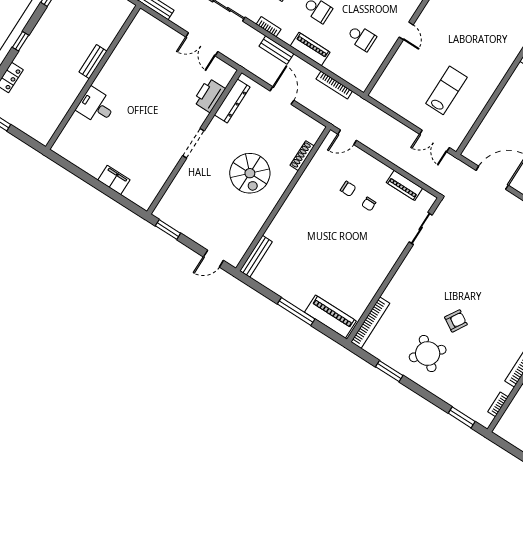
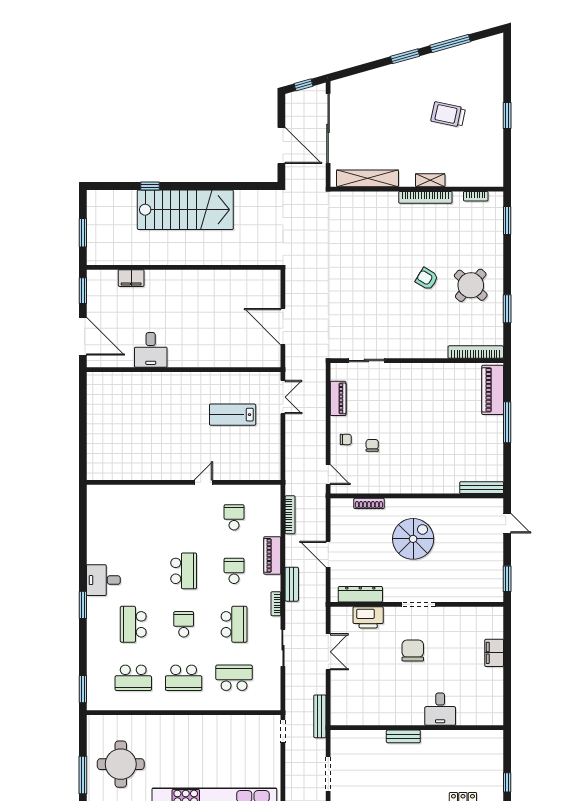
door: (282, 96) -> (328, 554), hinge flipped
chair: (159, 114) -> (413, 651), added
chair: (369, 204) -> (346, 439), moved

